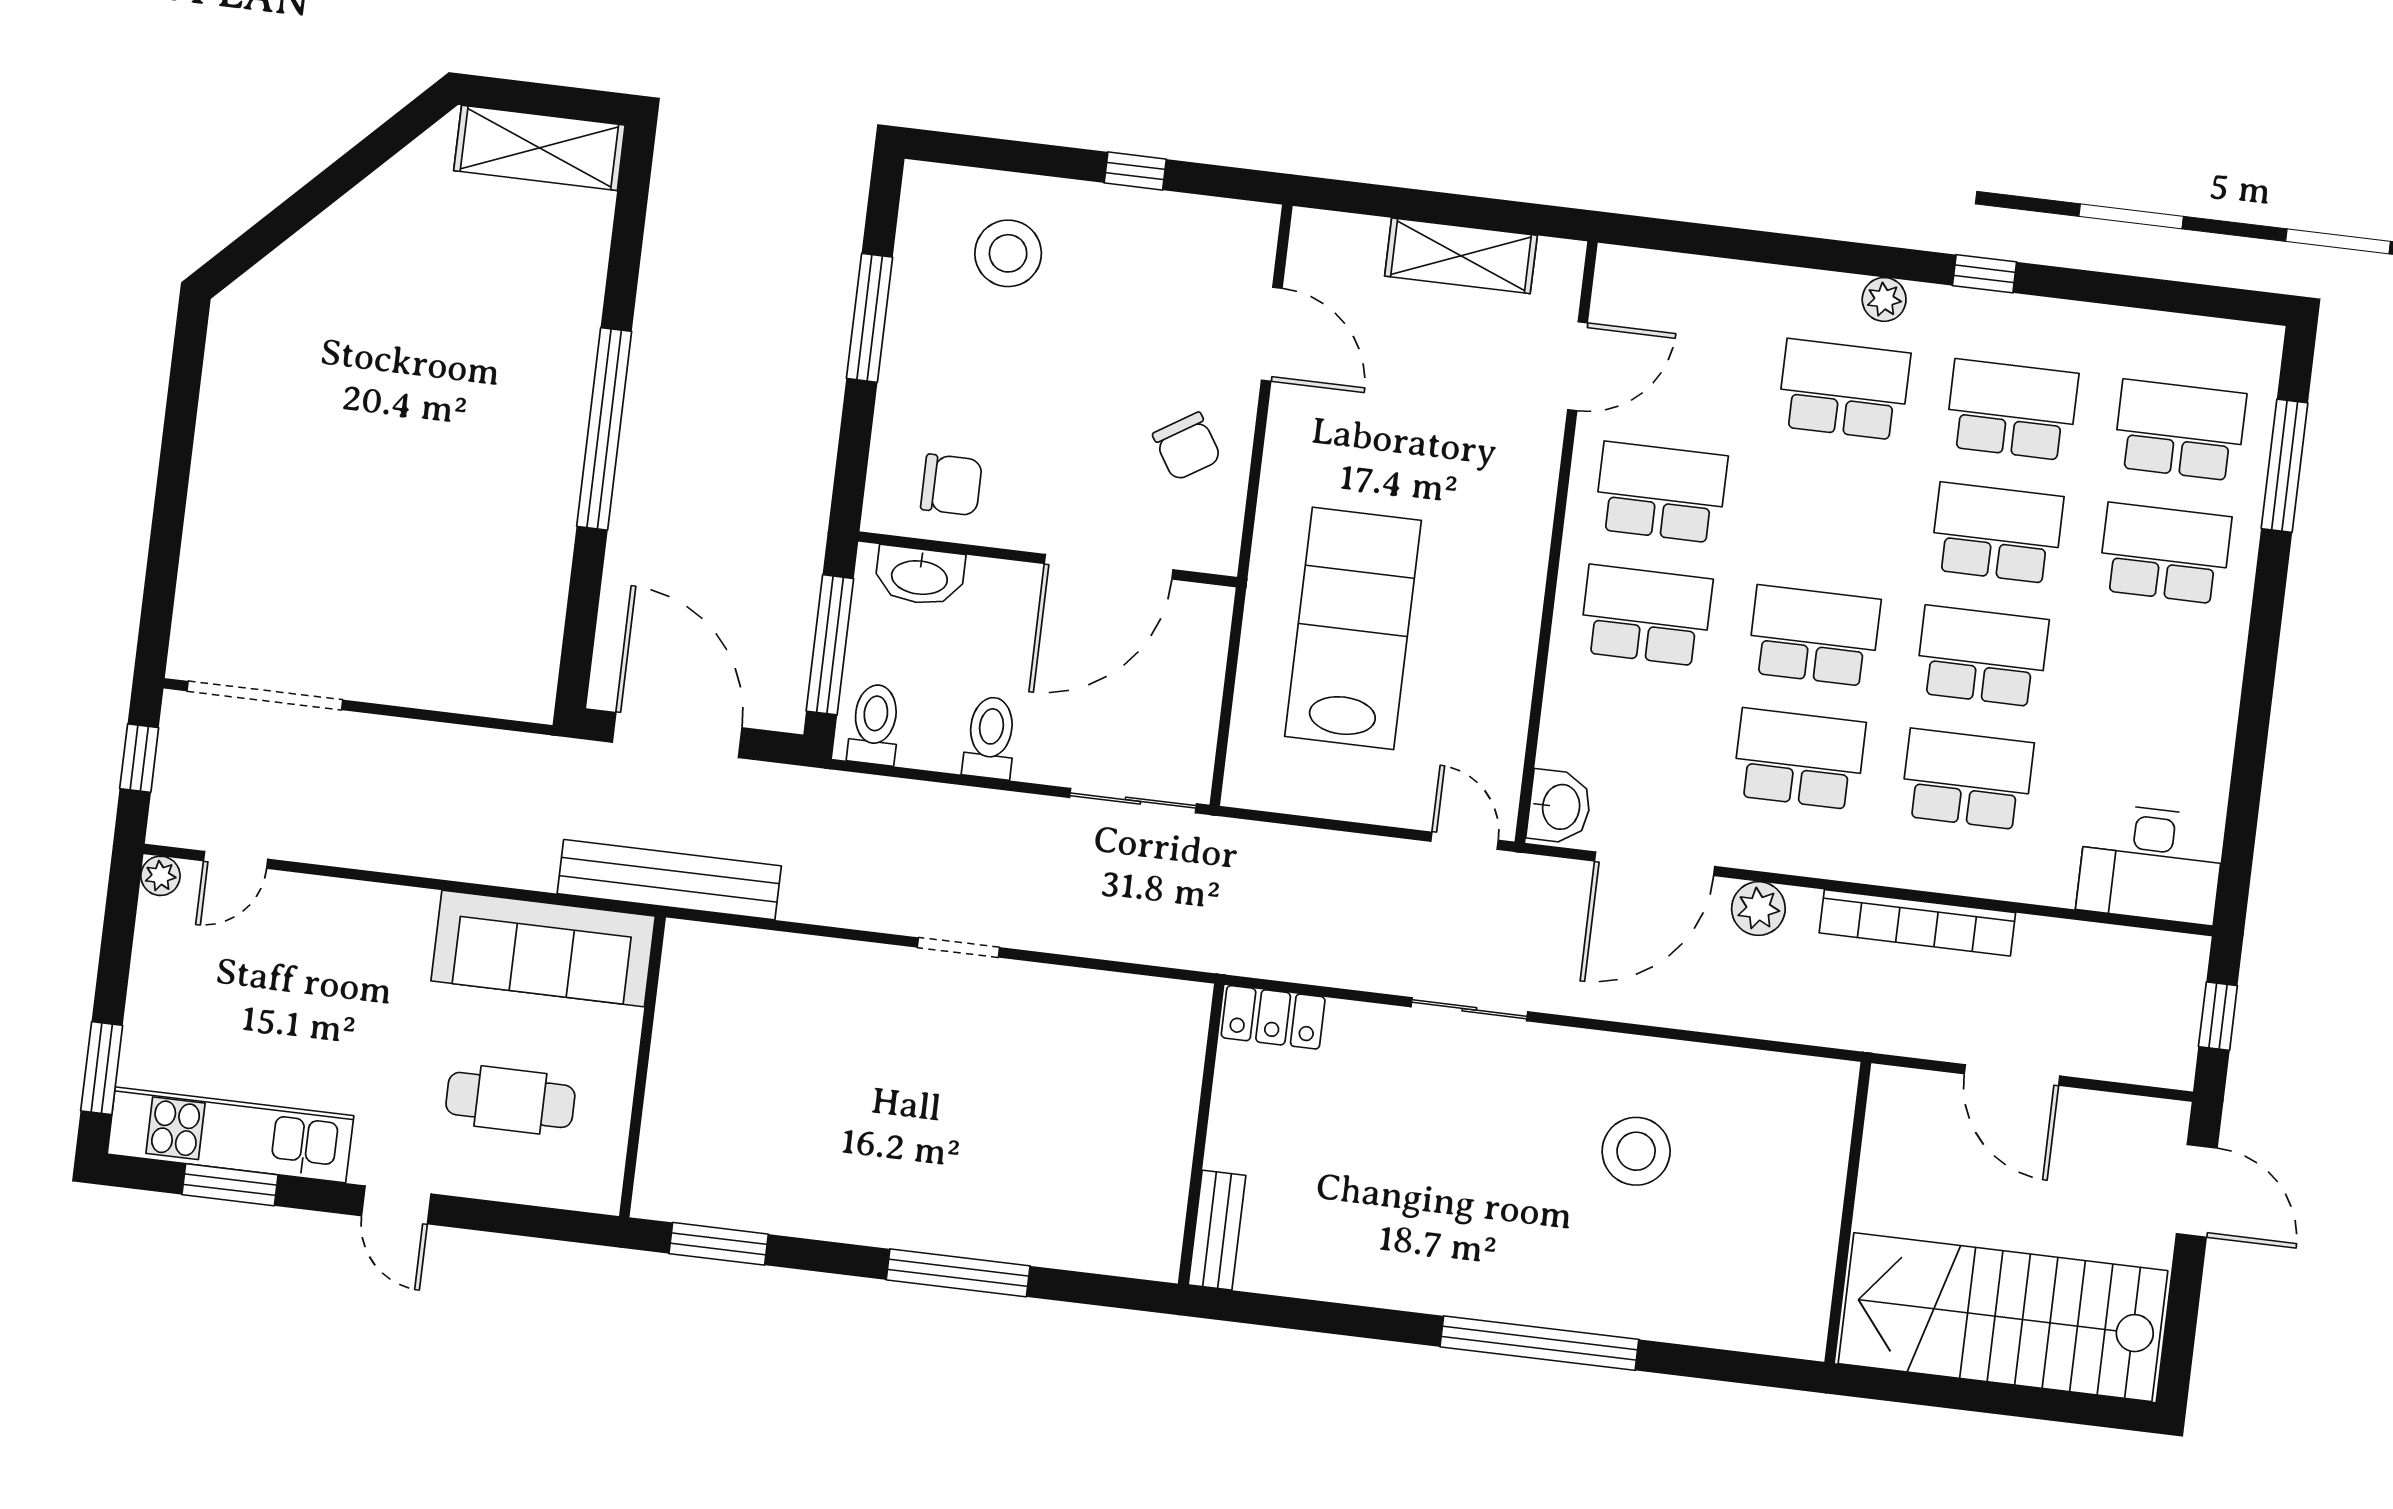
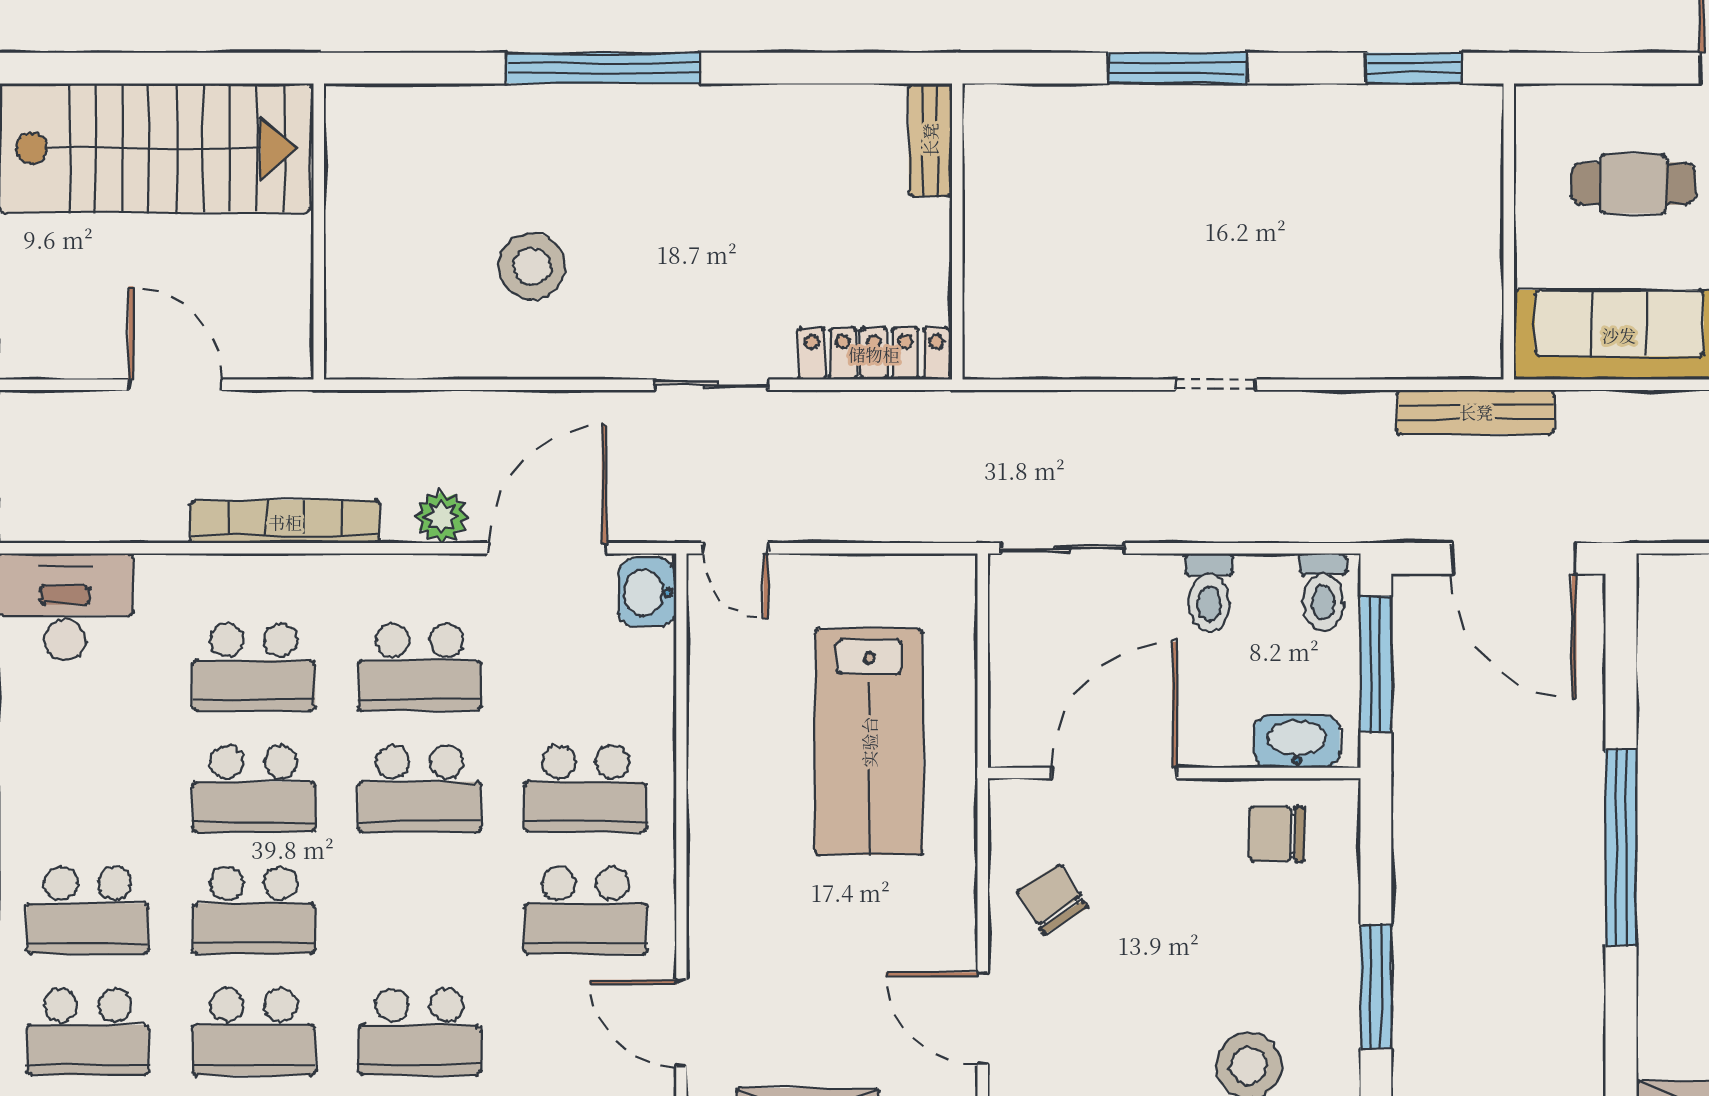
door: (1578, 366) -> (681, 1023), hinge flipped
bench: (669, 880) -> (1476, 412), width x0.73, depth x0.82
locker: (1273, 1017) -> (874, 354), width x1.53

